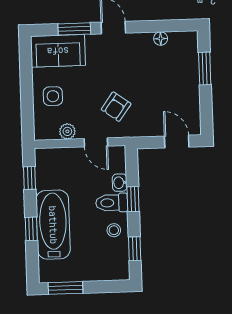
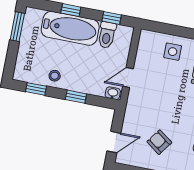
armchair: (116, 107) -> (159, 142), moved
plant: (67, 131) -> (142, 57), removed
washbasin: (120, 183) -> (113, 93), moved
toilet: (112, 203) -> (107, 35), moved, turned 180

